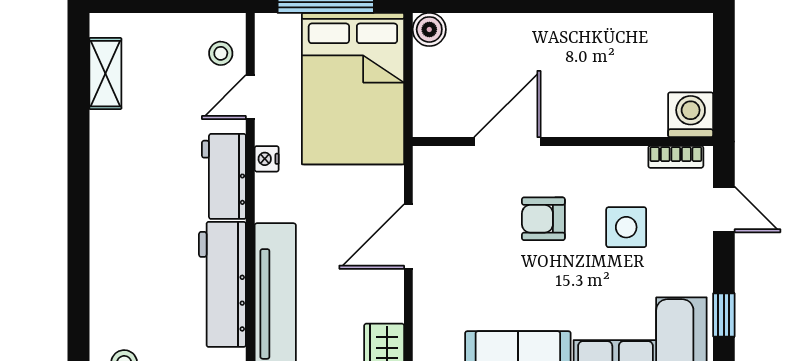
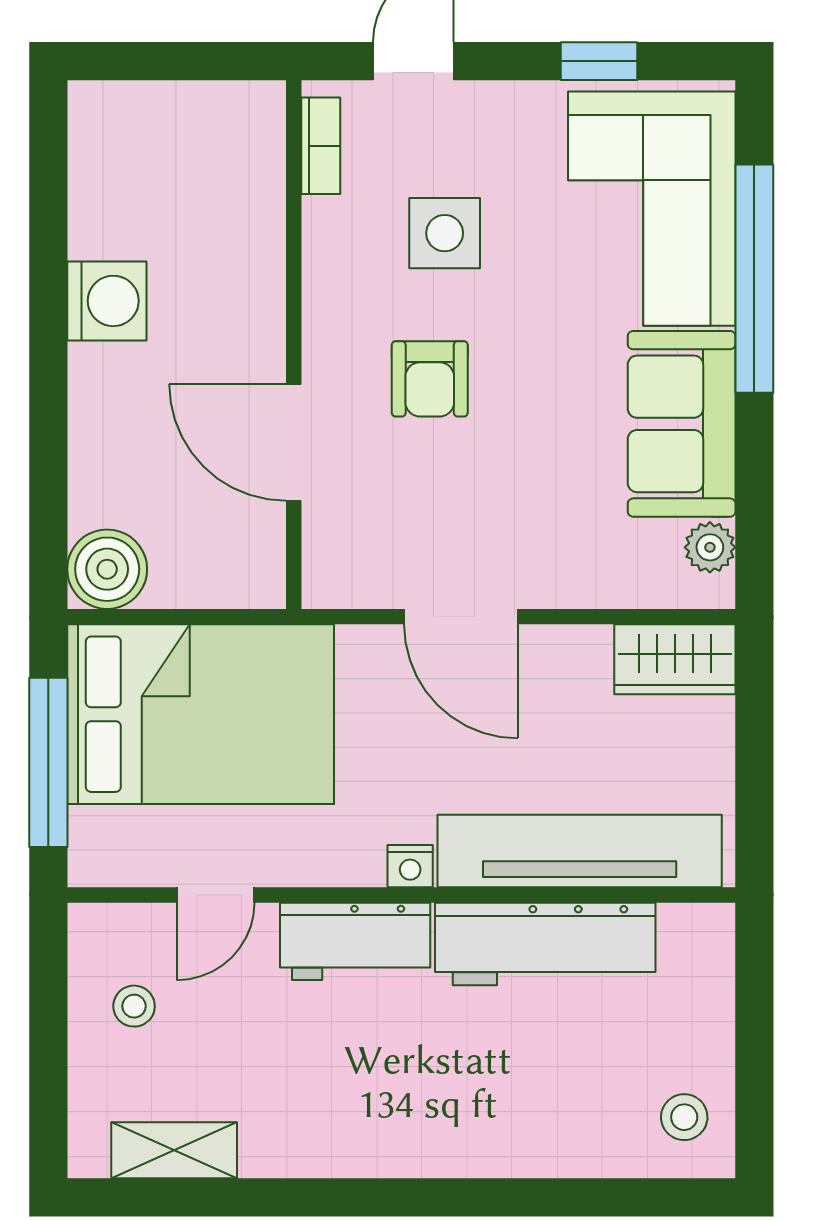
boiler: (429, 29) -> (107, 569), width x1.36, depth x1.36
stool: (221, 53) -> (134, 1006), moved
door: (250, 97) -> (215, 895), hinge flipped
washing machine: (691, 115) -> (107, 301), moved, turned 180
nightstand: (267, 159) -> (410, 866), moved

